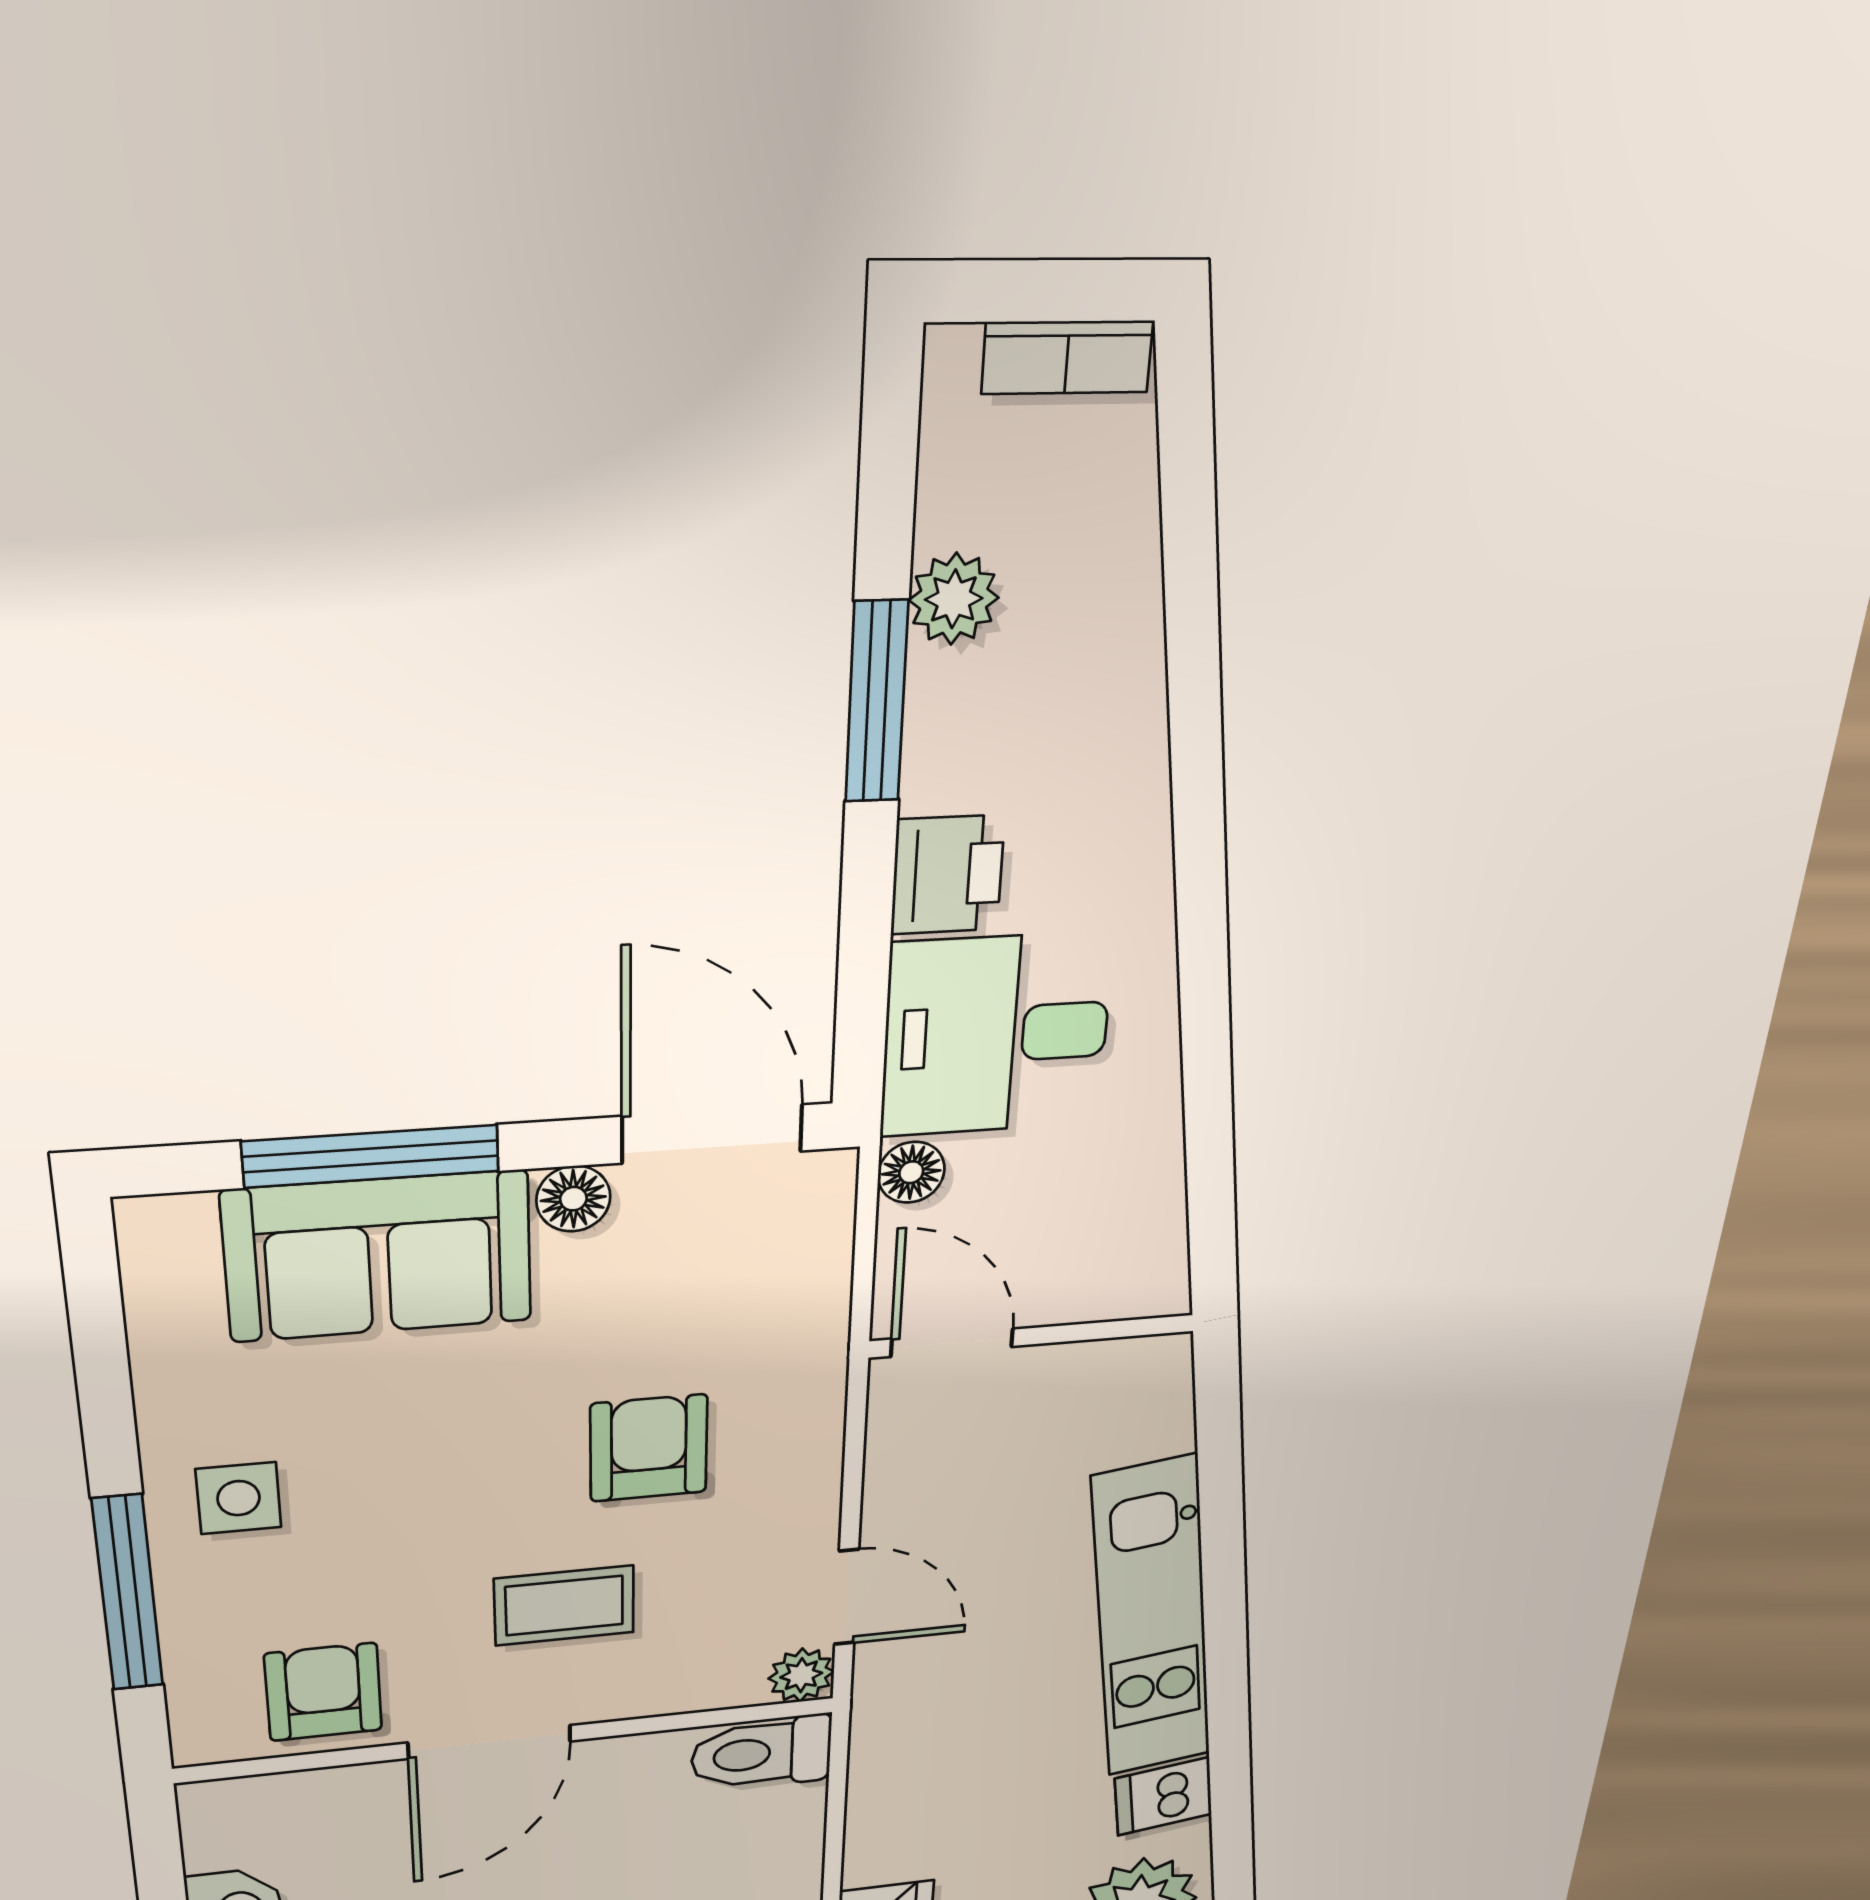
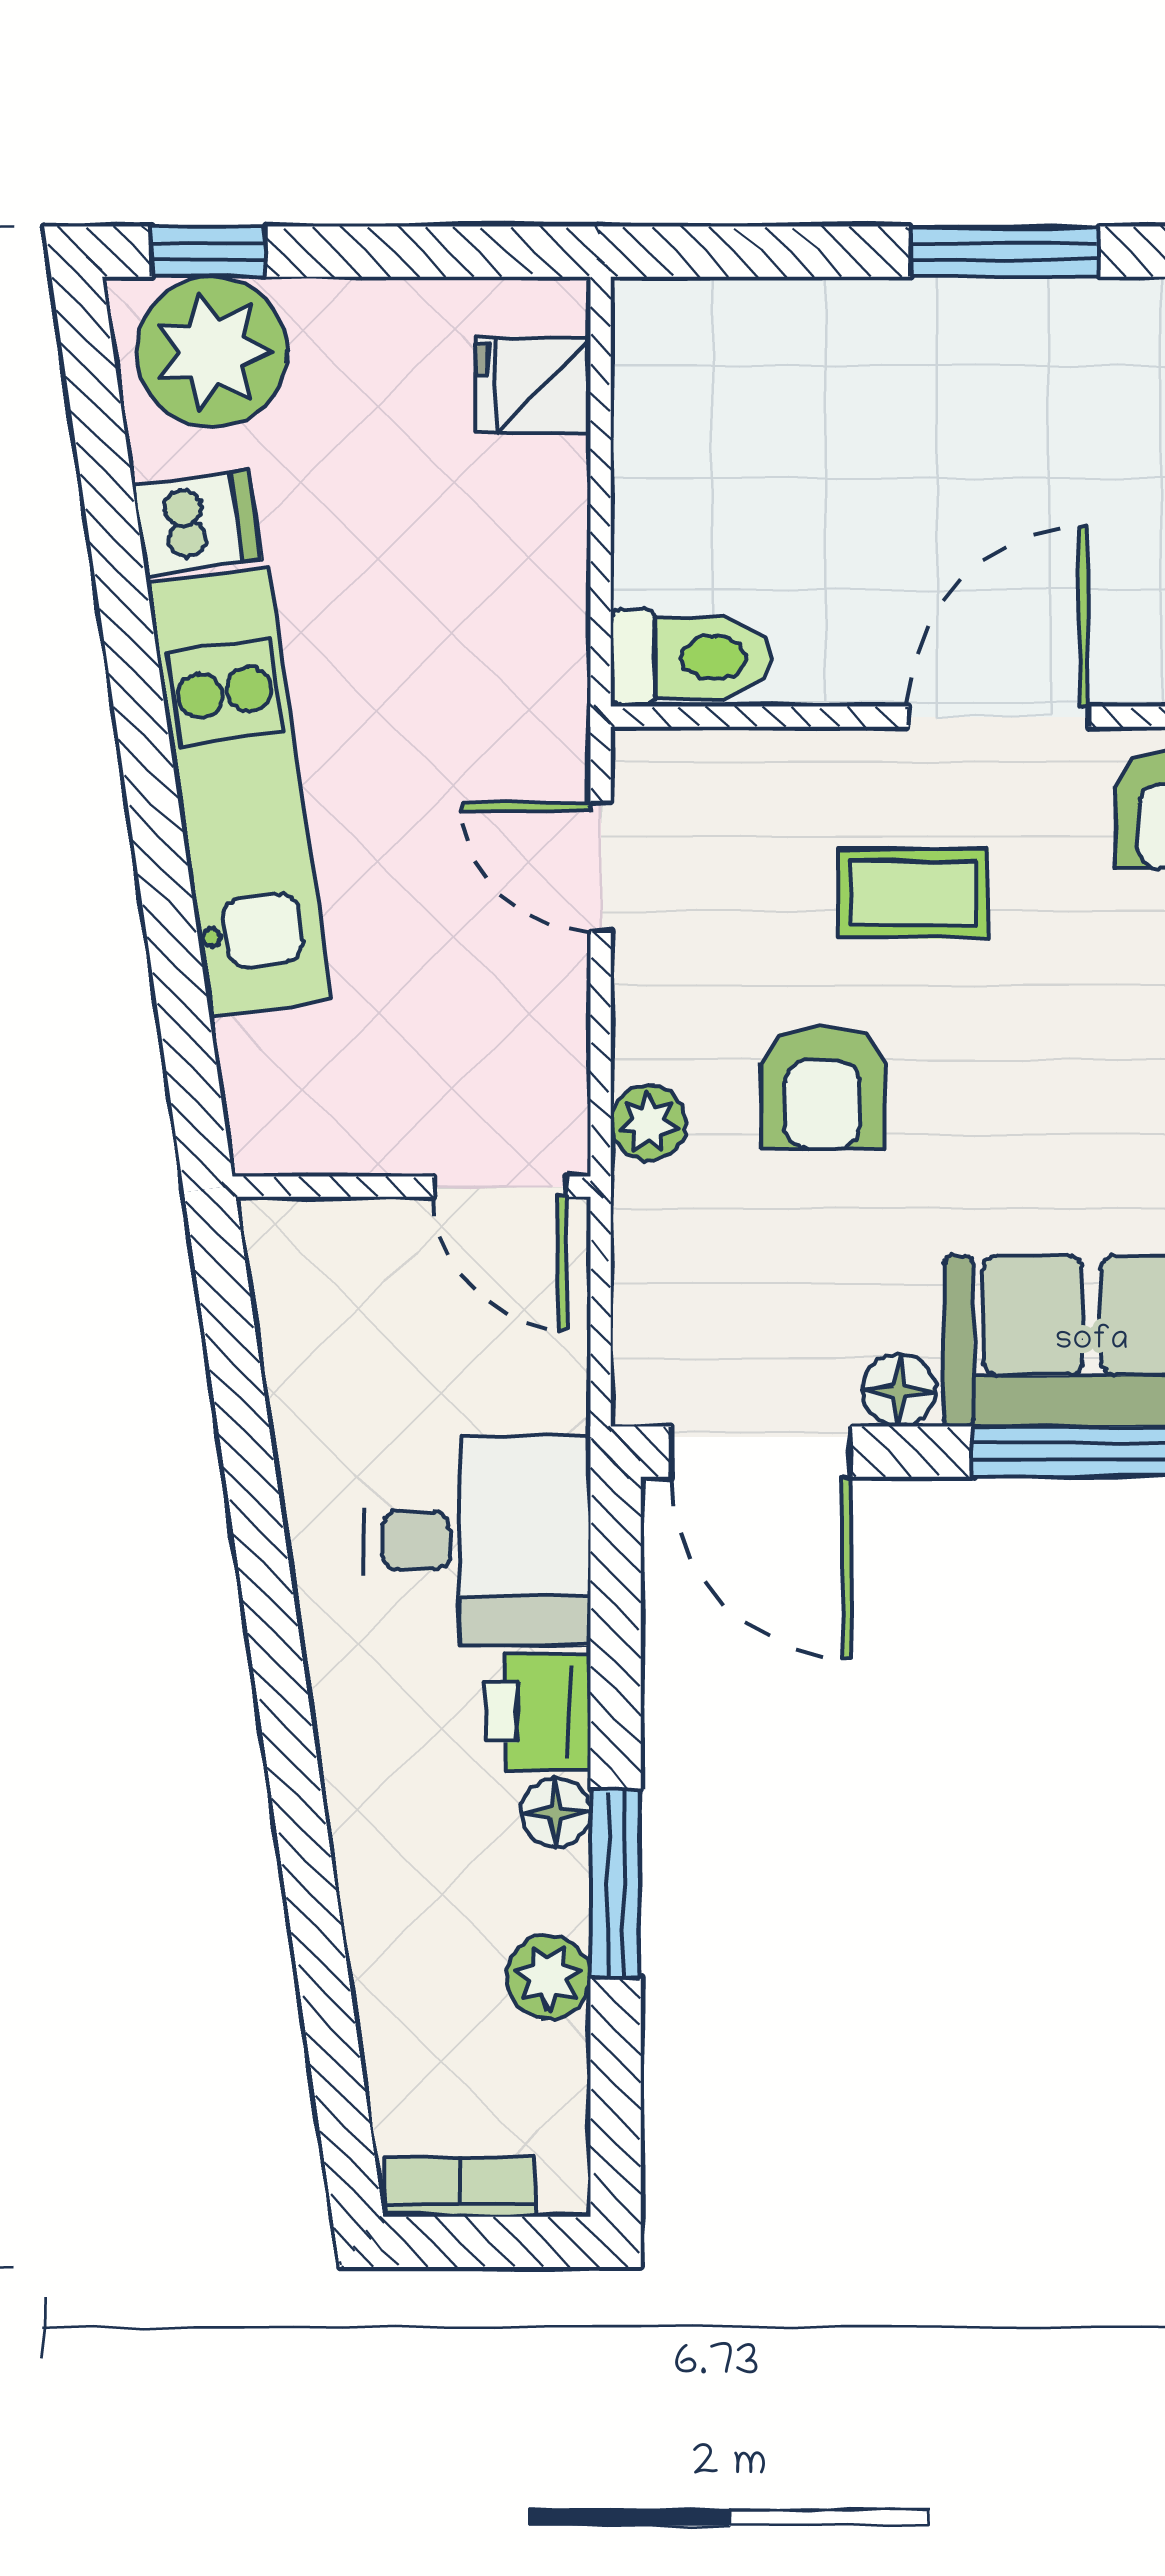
floor lamp: (911, 1172) -> (556, 1813), moved
plant: (801, 1675) -> (648, 1123), moved

